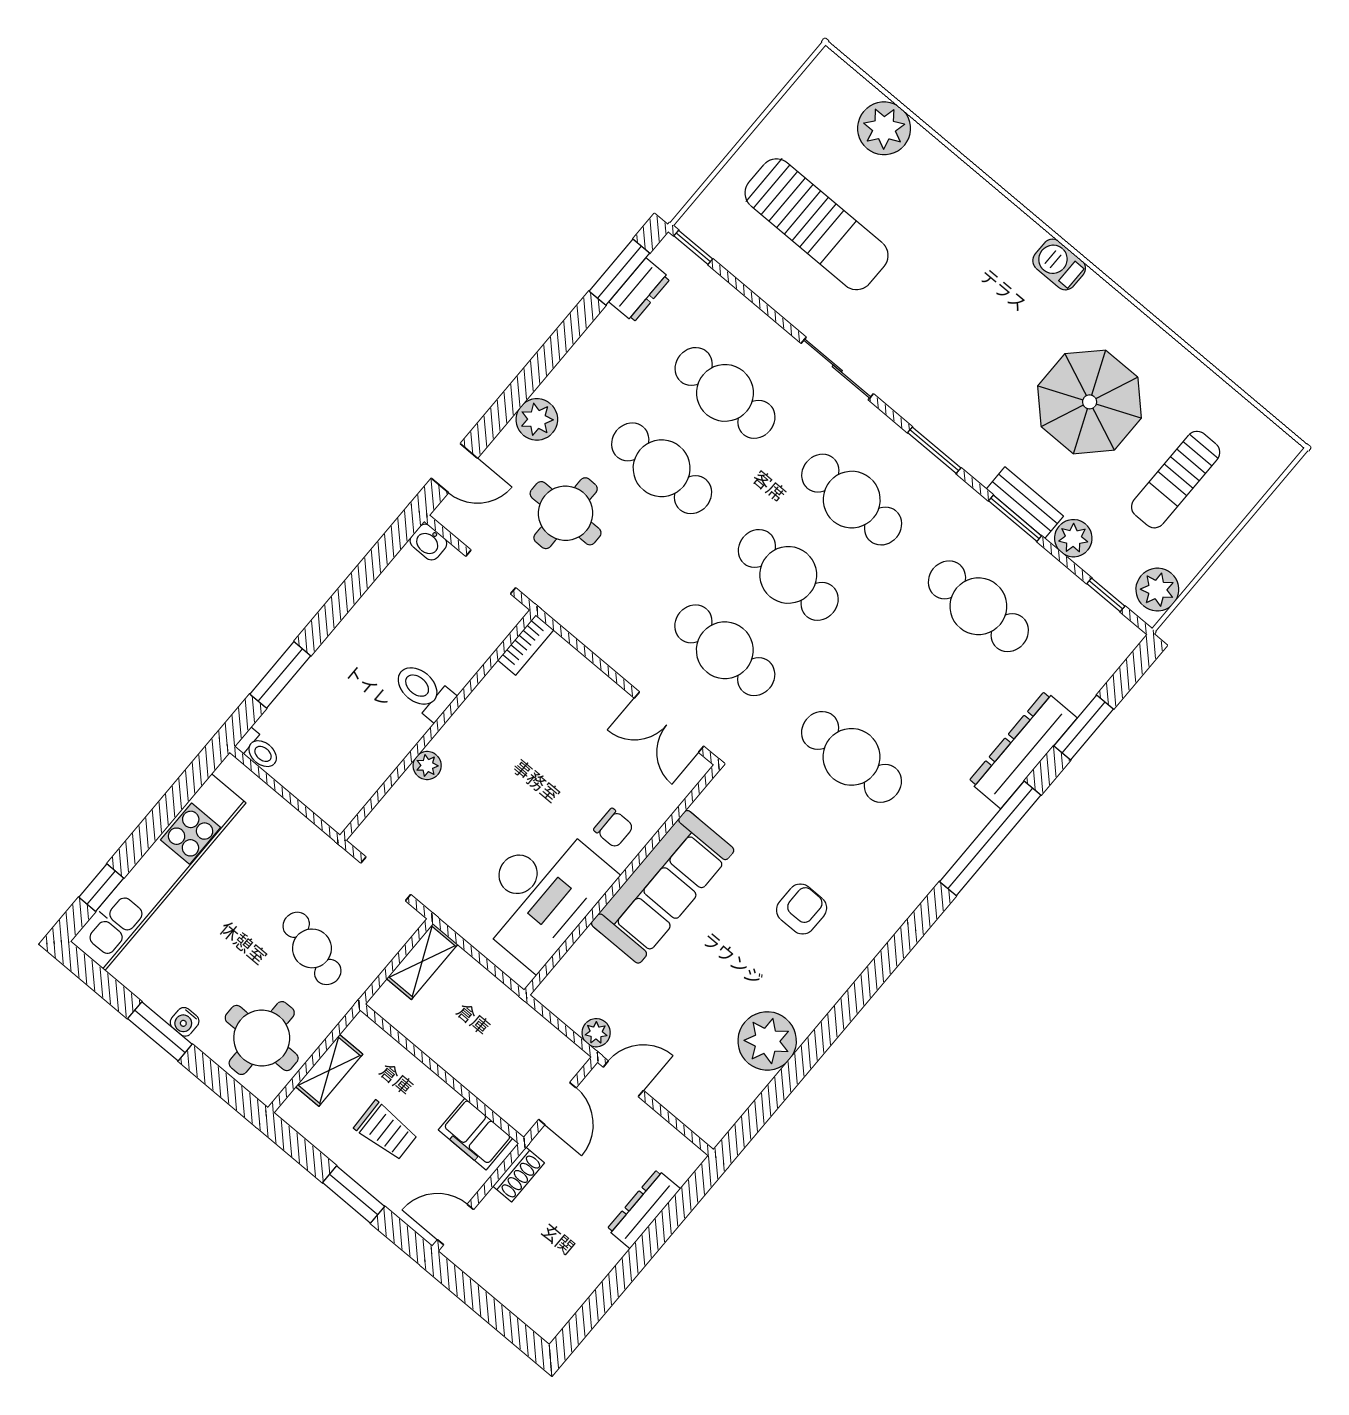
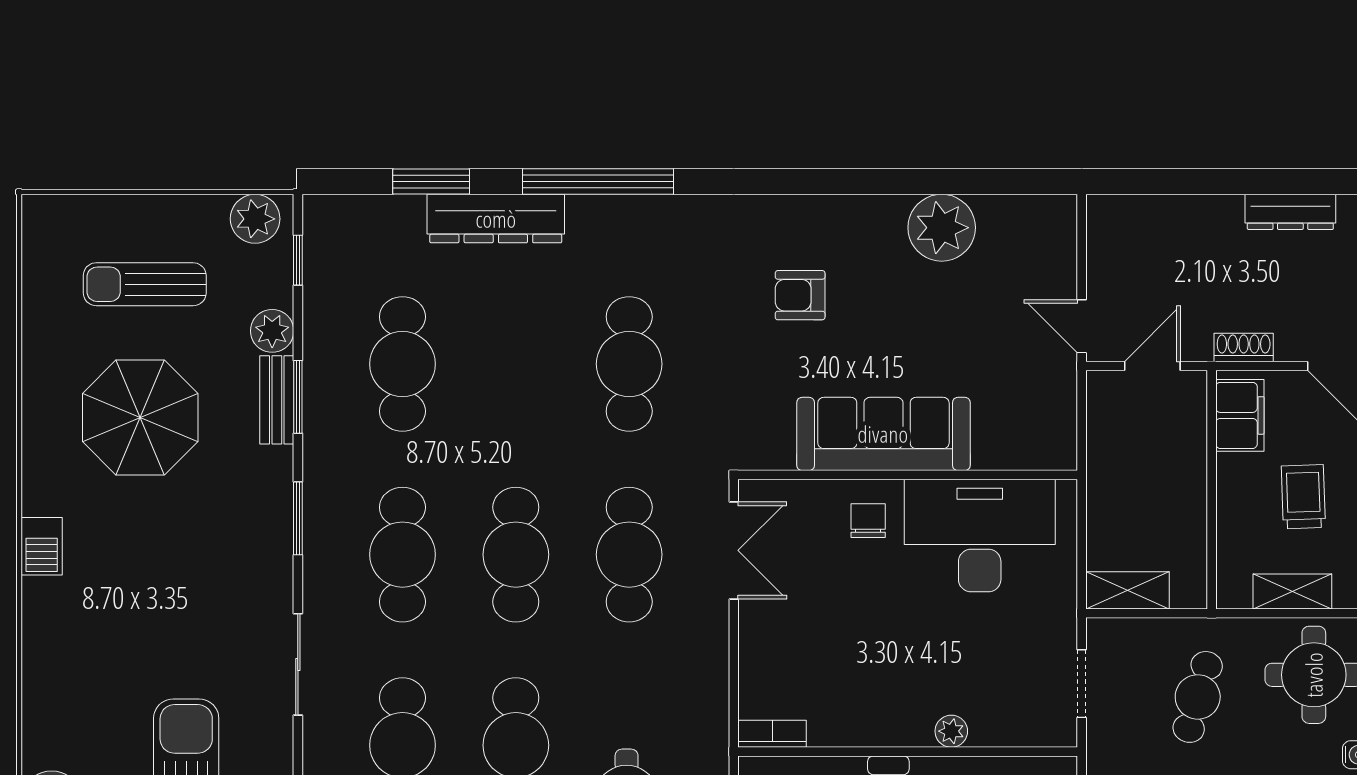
sun lounger: (1176, 480) -> (145, 284), turned 180
plant: (596, 1033) -> (1061, 384), removed
dresser: (644, 1209) -> (1290, 212), moved

